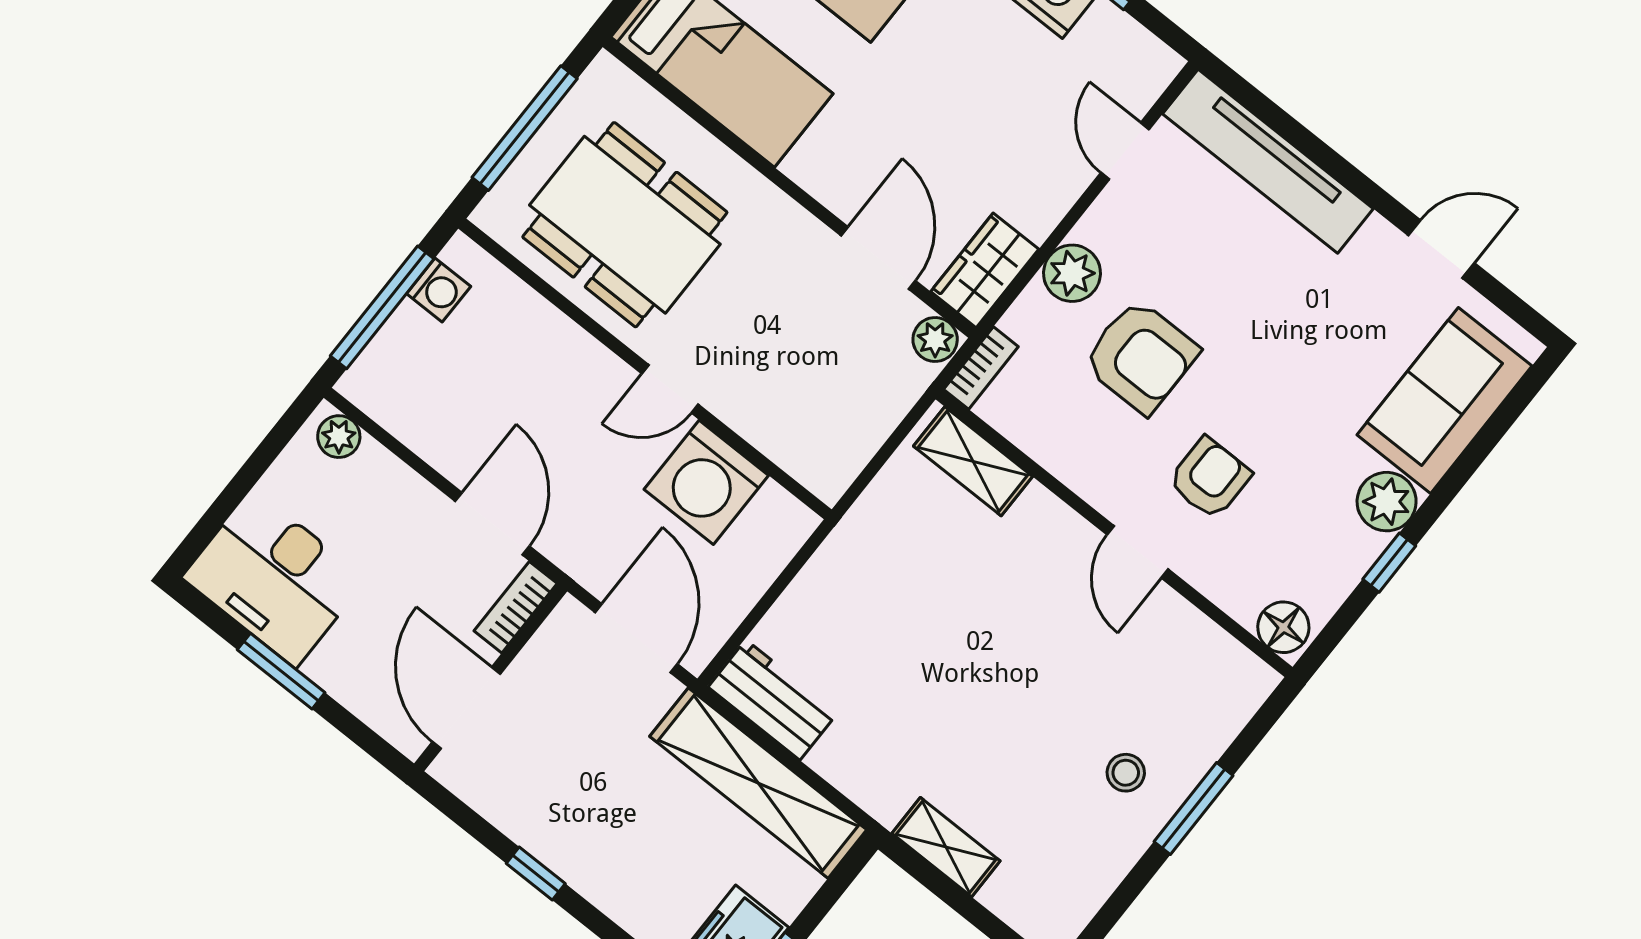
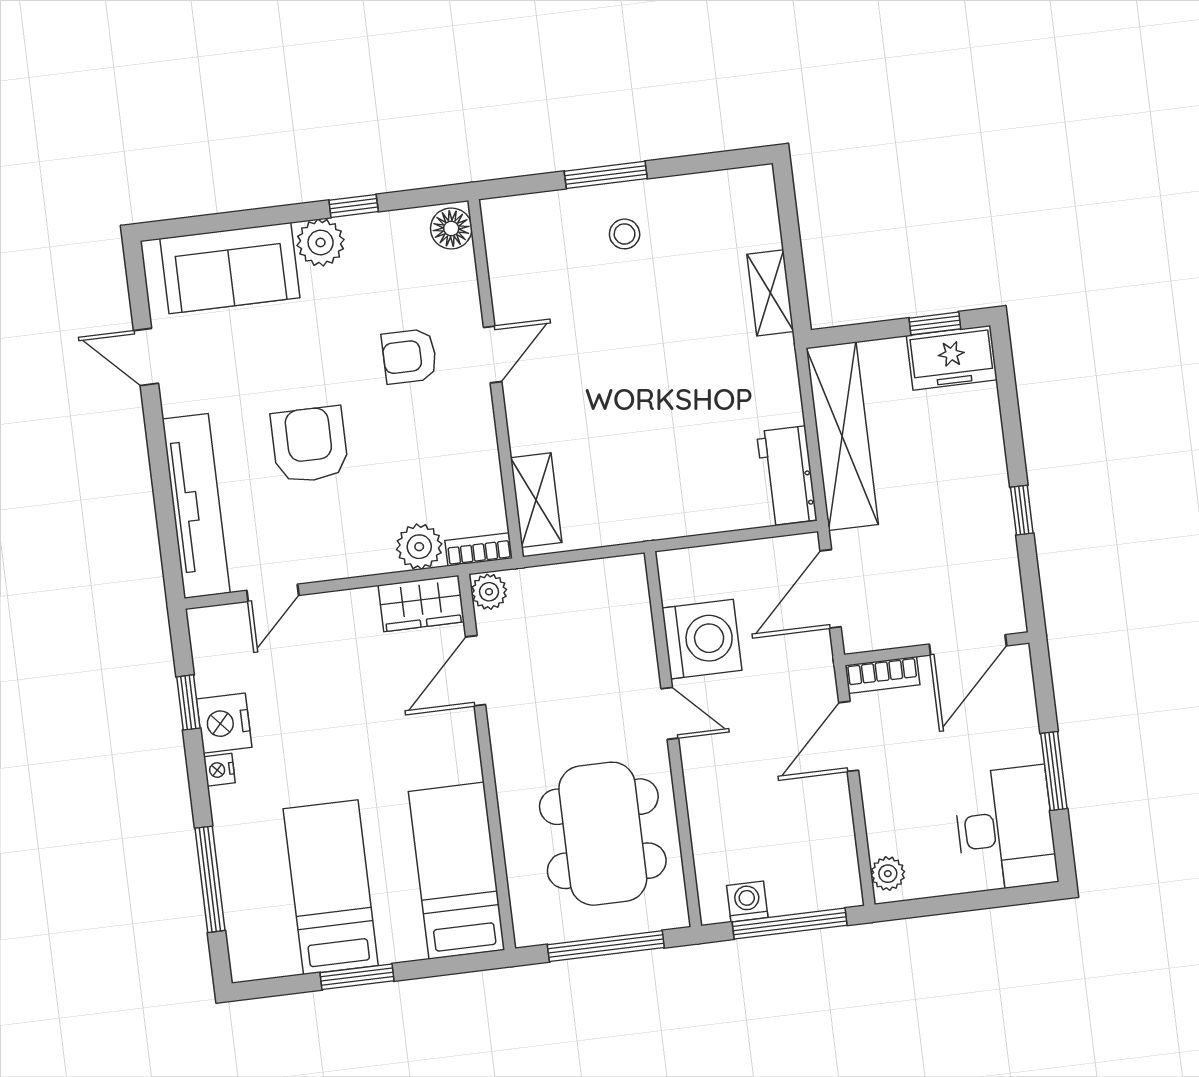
plant: (1072, 273) -> (419, 547), moved
armchair: (1141, 357) -> (310, 445), moved

